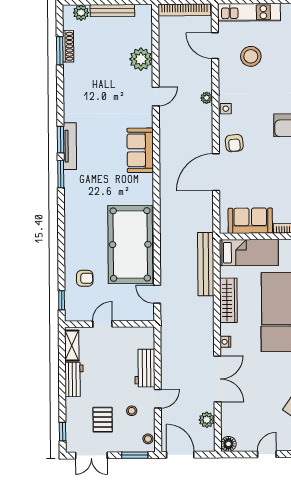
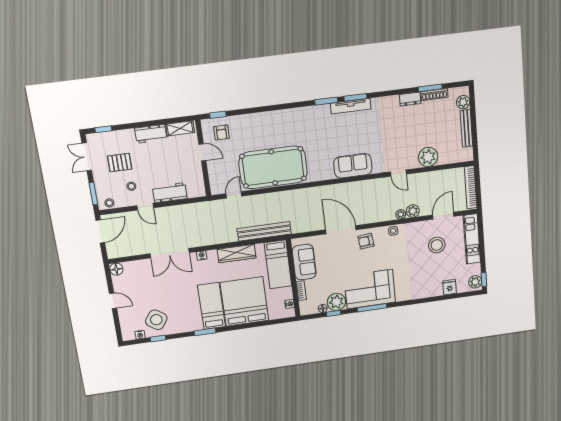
dresser: (70, 75) -> (410, 99), added
armchair: (85, 278) -> (221, 133), moved
plant: (207, 420) -> (413, 211), moved

